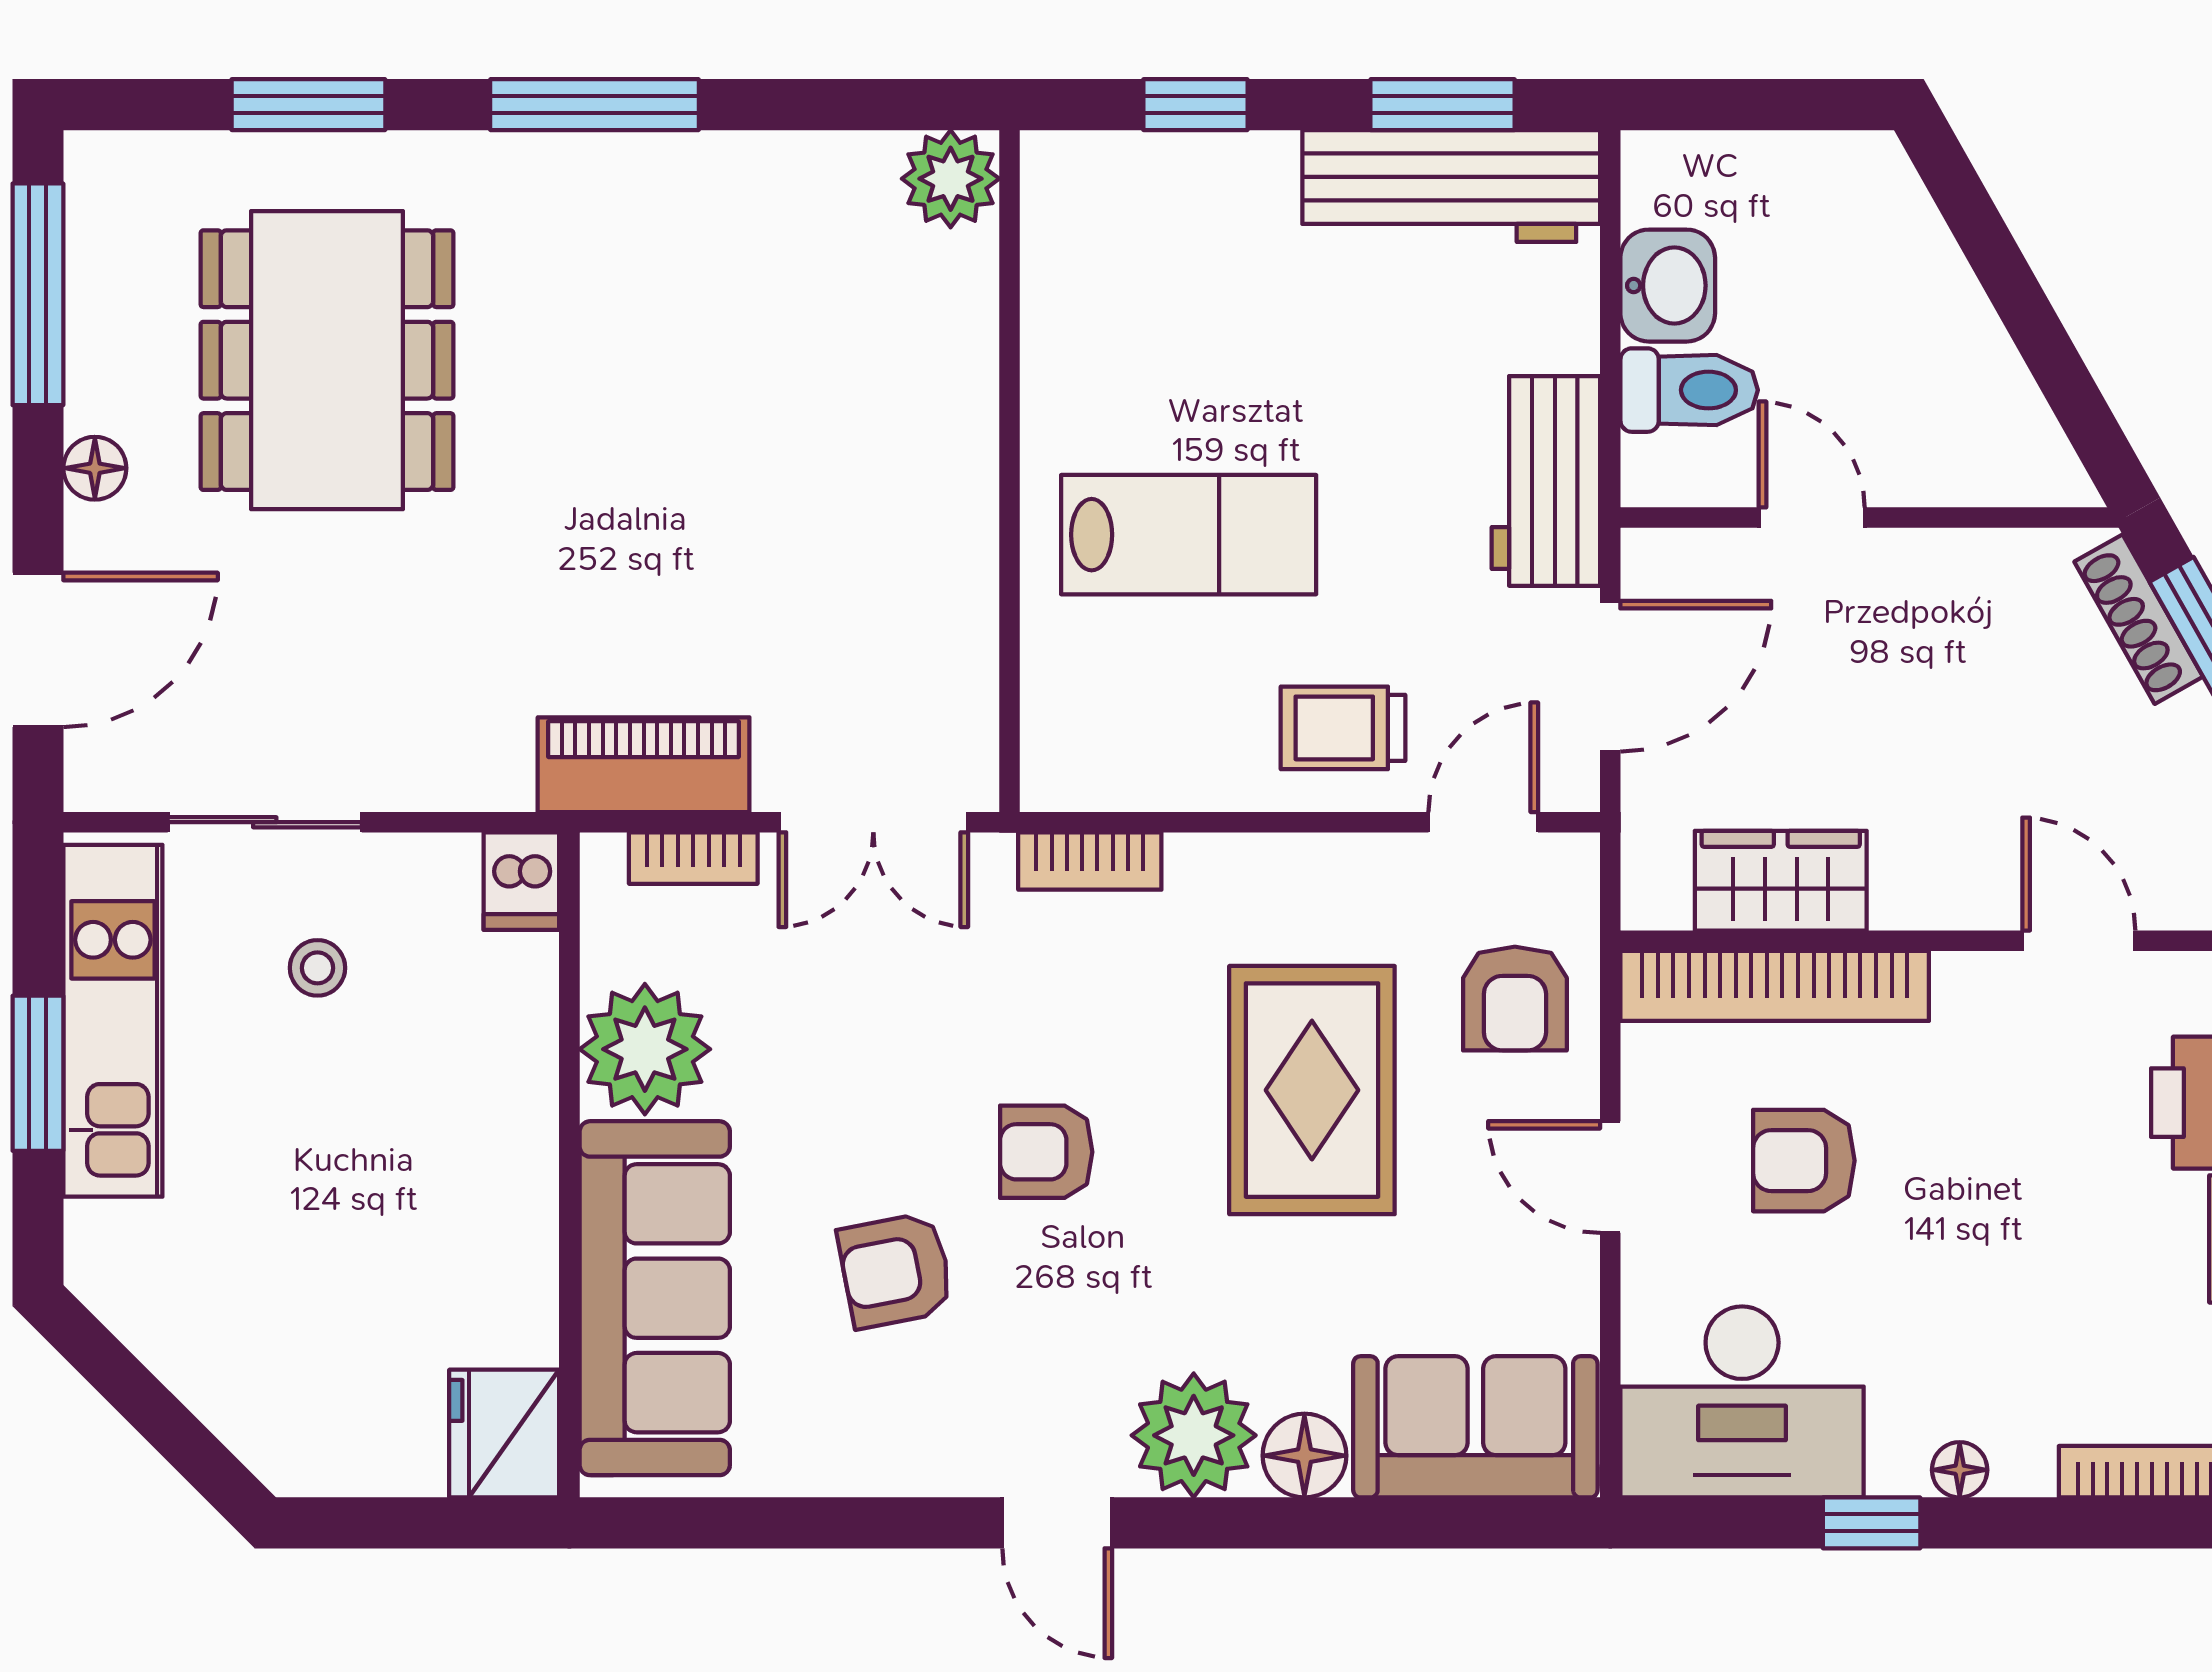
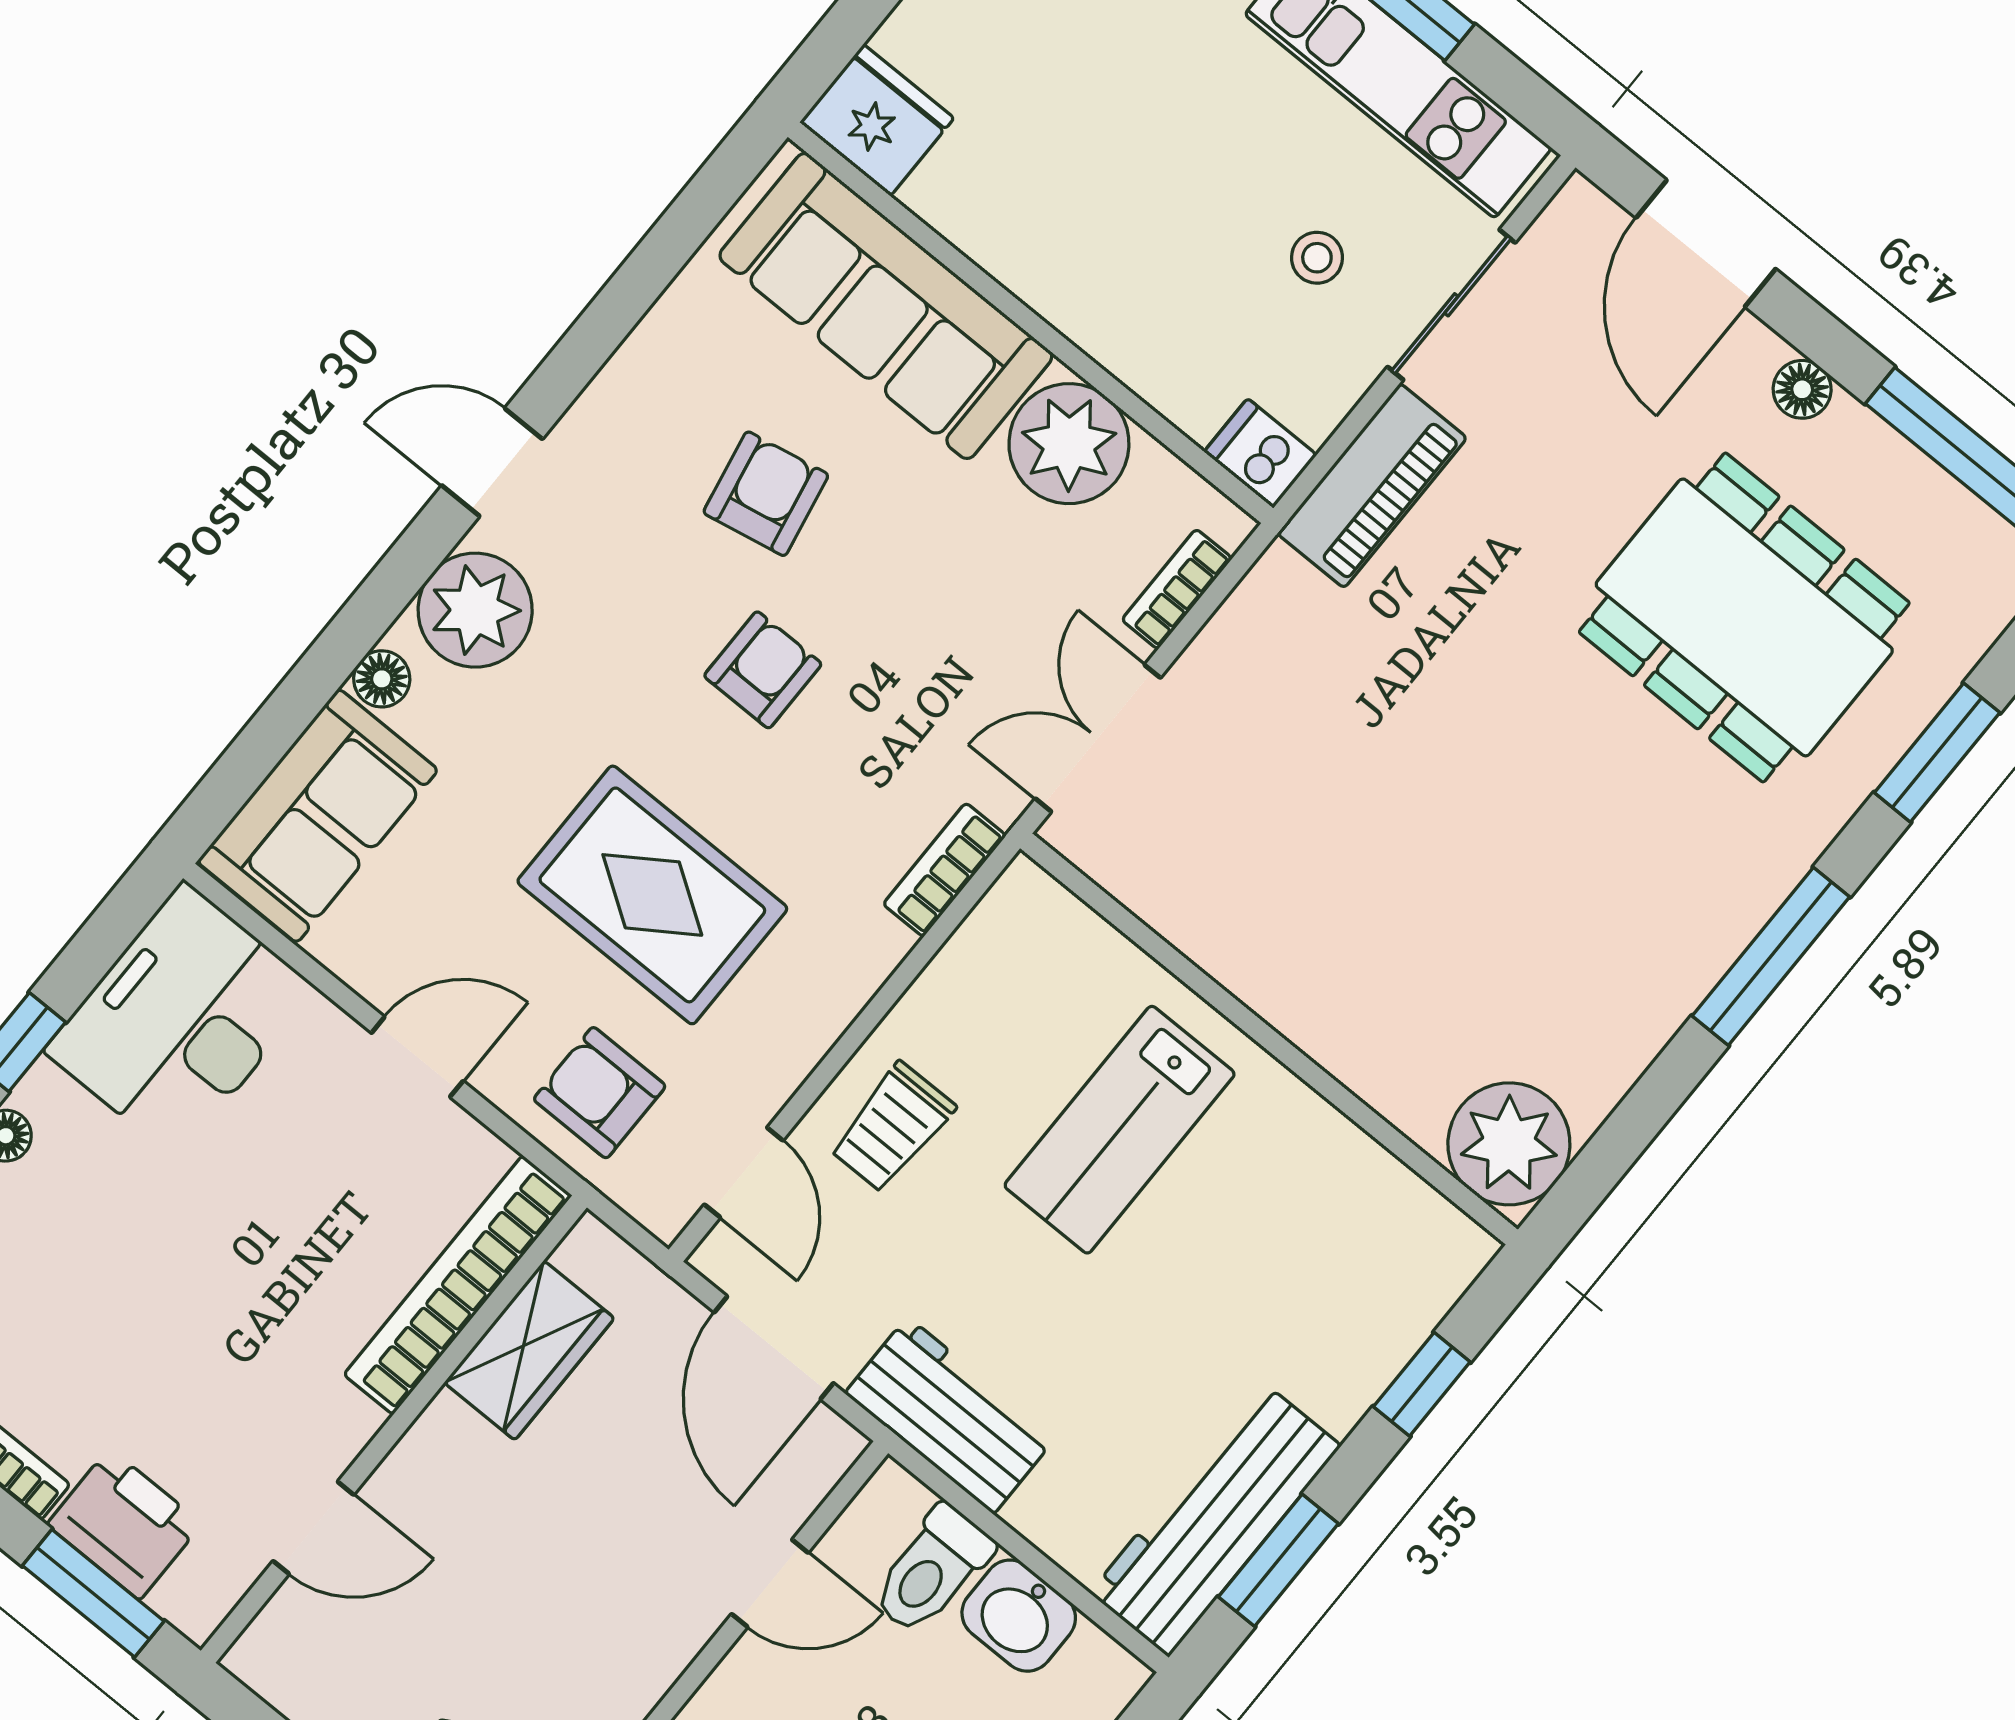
plant: (951, 179) -> (1509, 1144), width x1.36, depth x1.36
trolley: (1343, 728) -> (892, 1127), turned 180
piano: (644, 765) -> (1372, 486), moved
armchair: (1804, 1161) -> (316, 1204), removed
floor lamp: (1304, 1456) -> (382, 679), width x0.73, depth x0.73

